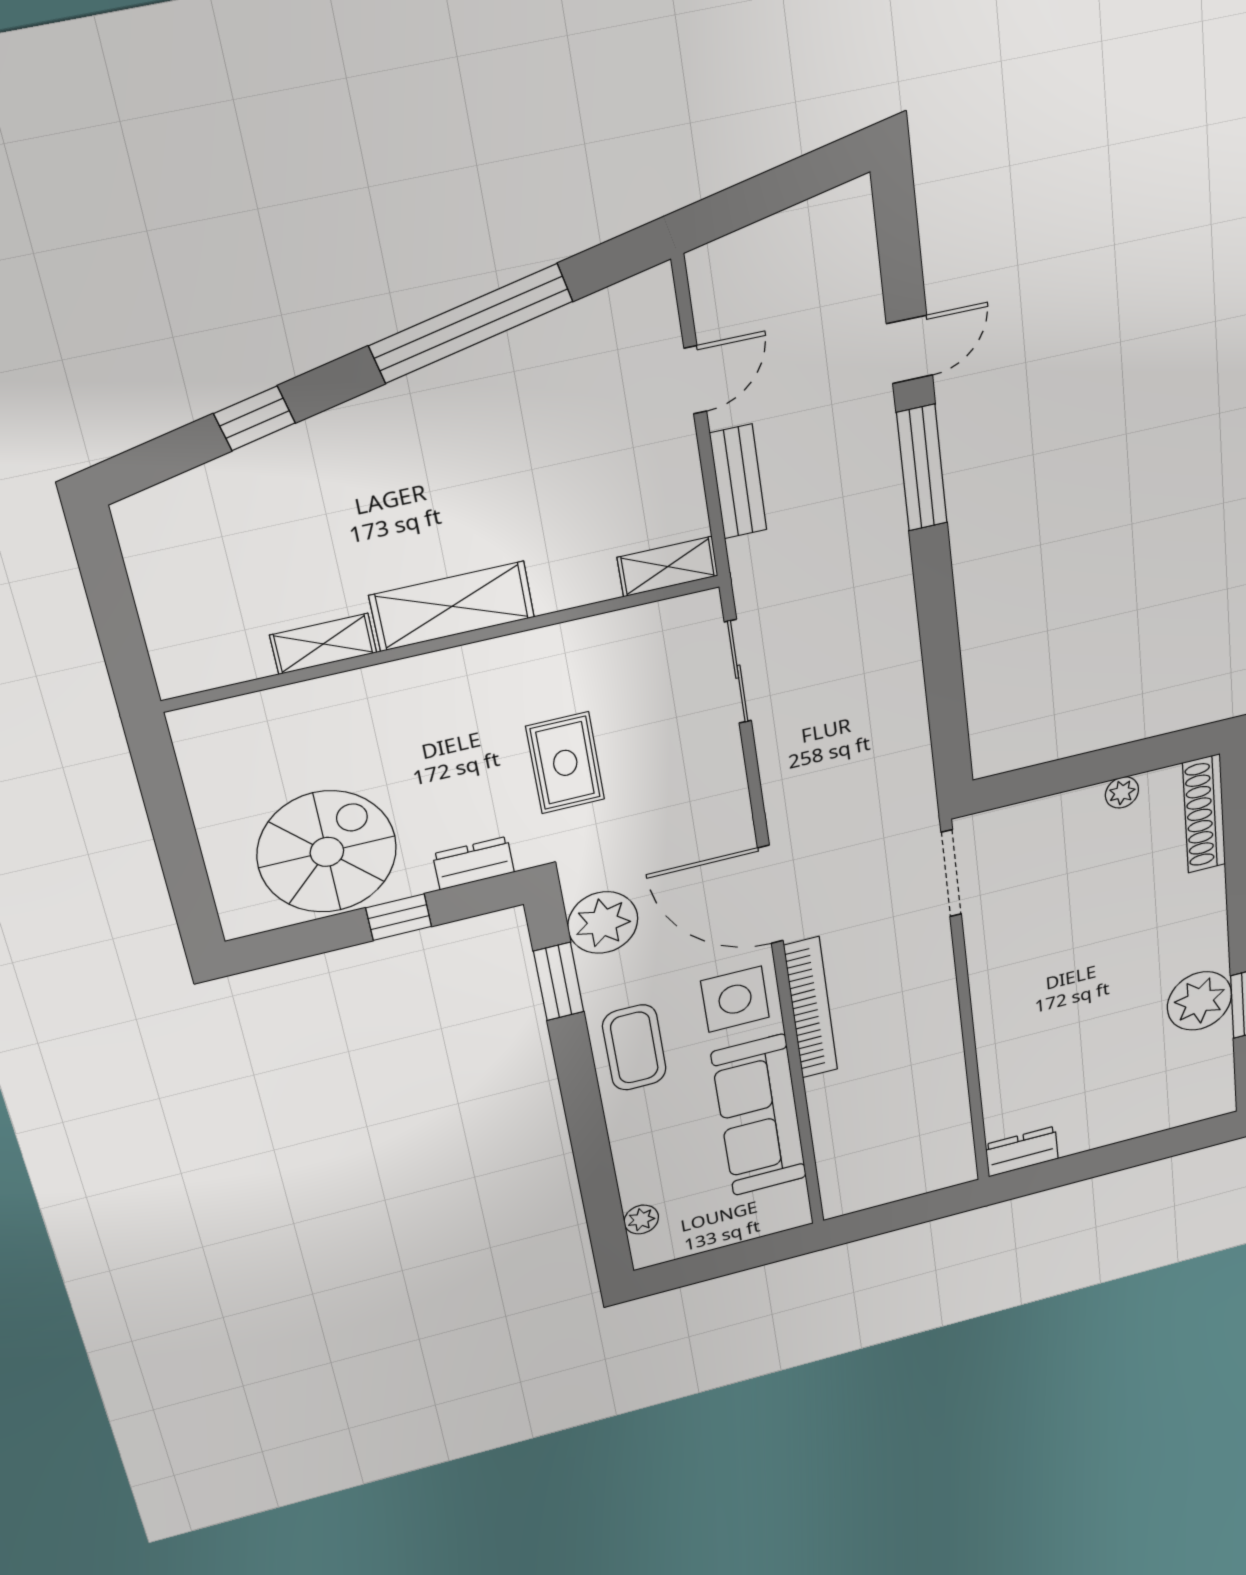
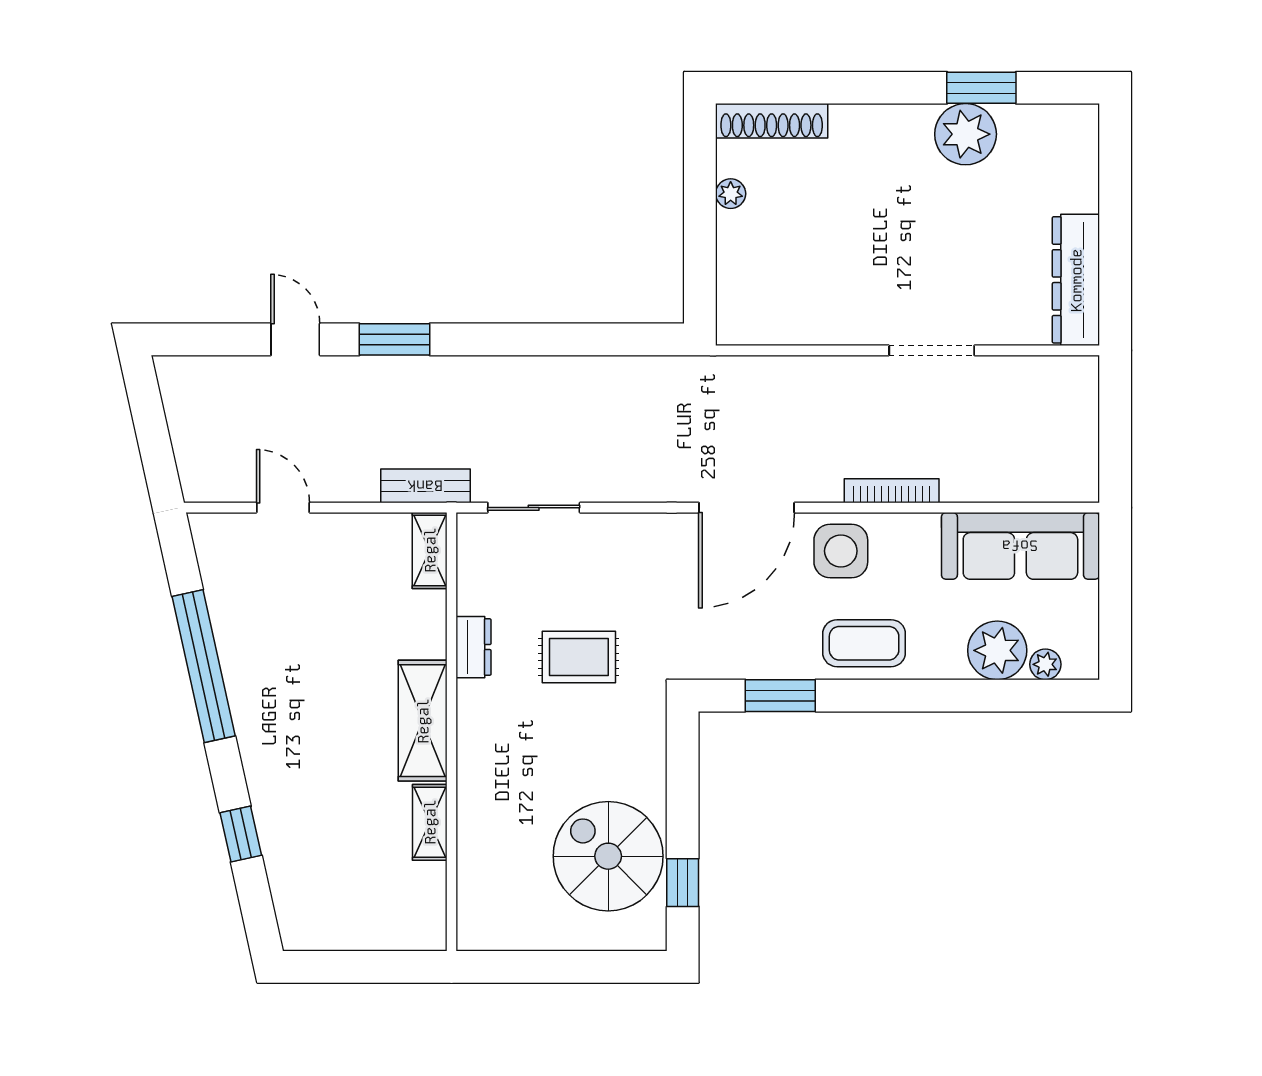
window: (922, 468) -> (395, 339), width x0.69
bench: (738, 482) -> (425, 486), moved
dresser: (474, 863) -> (473, 647), moved, turned 180
doorway: (951, 873) -> (932, 350), moved
window: (399, 917) -> (683, 883), moved
plant: (603, 923) -> (997, 650), moved
bookcase: (811, 1008) -> (892, 491), width x0.68, depth x0.76
sofa: (759, 1116) -> (1020, 546), moved
dresser: (1022, 1152) -> (1076, 280), width x1.96, depth x1.24

